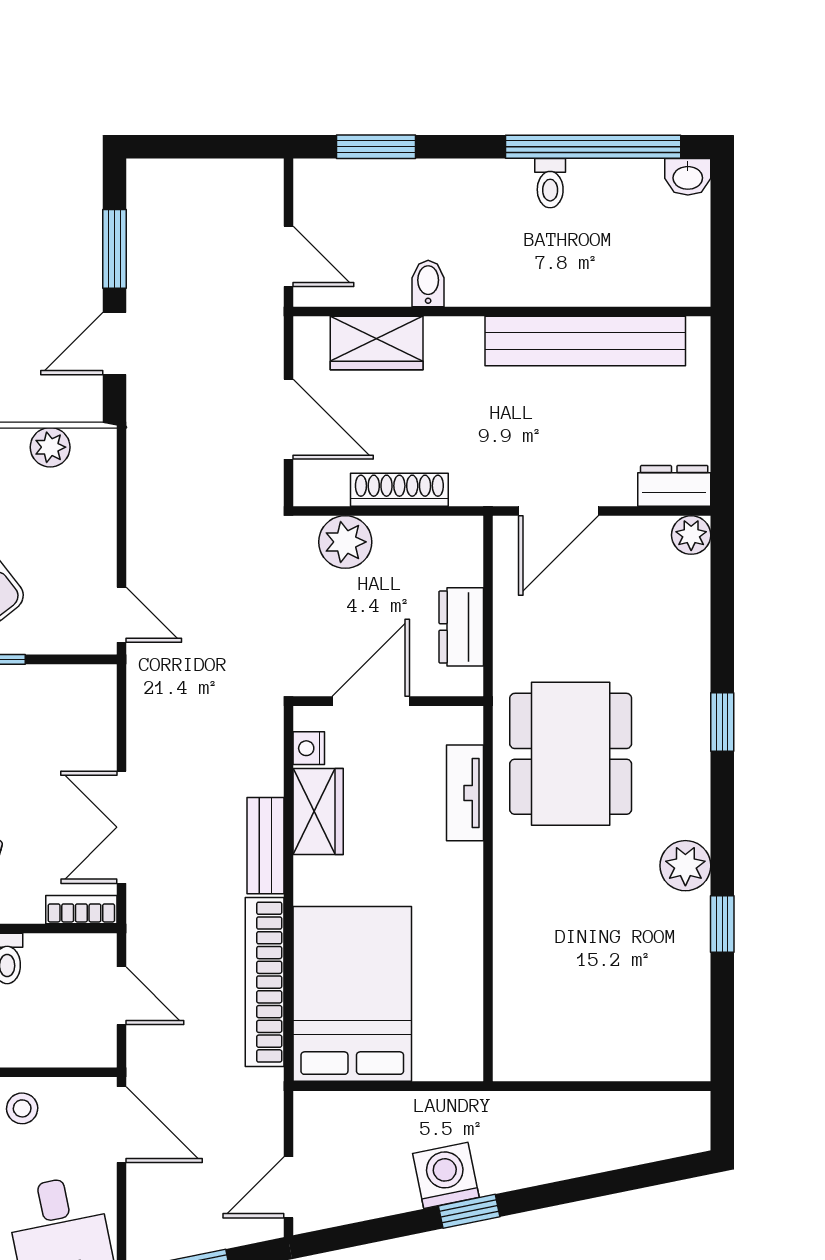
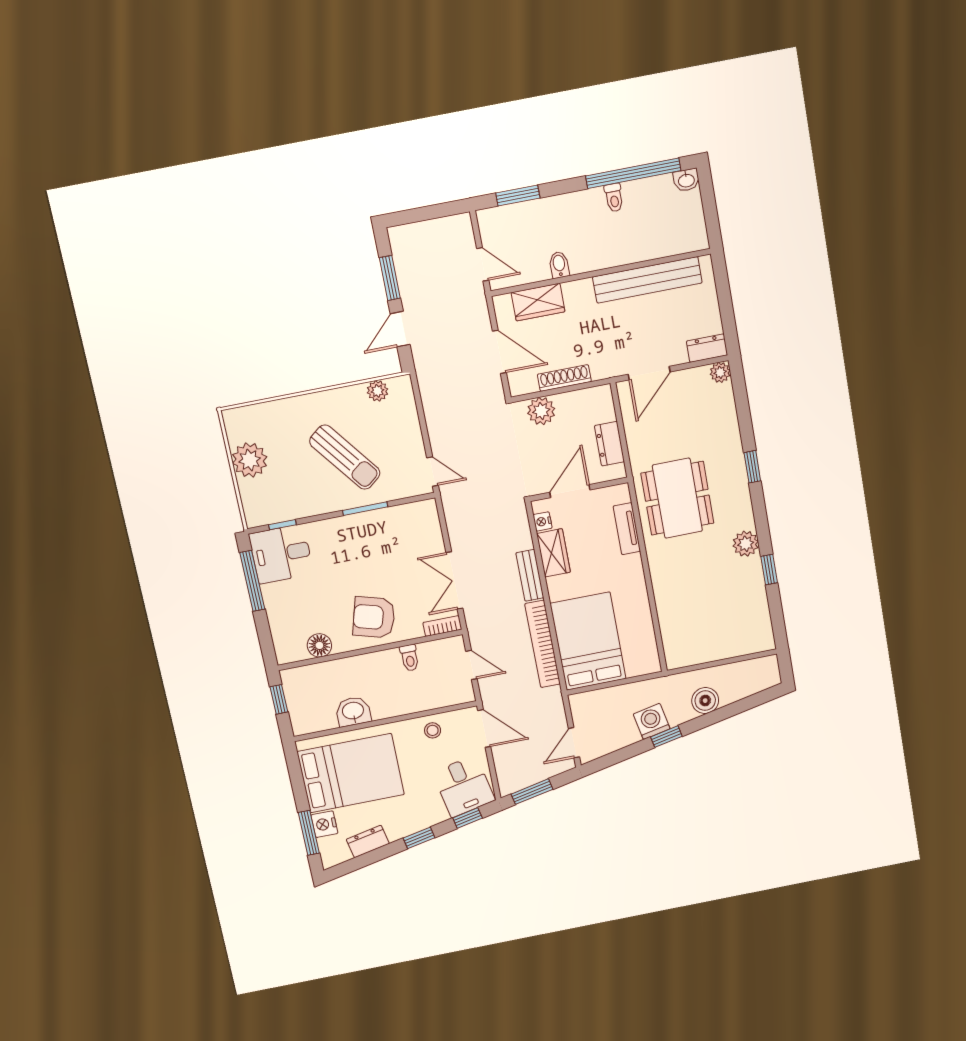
boiler: (556, 1155) -> (705, 701), added

